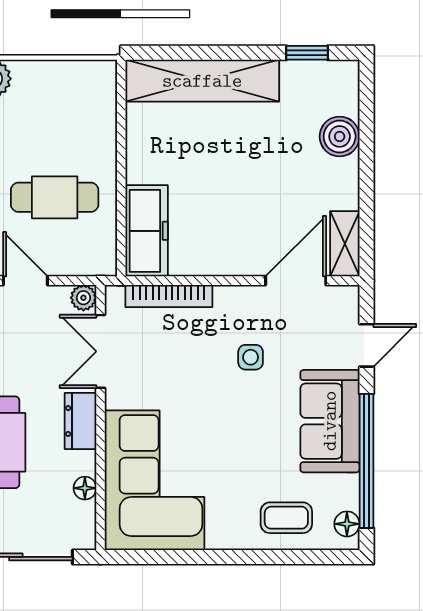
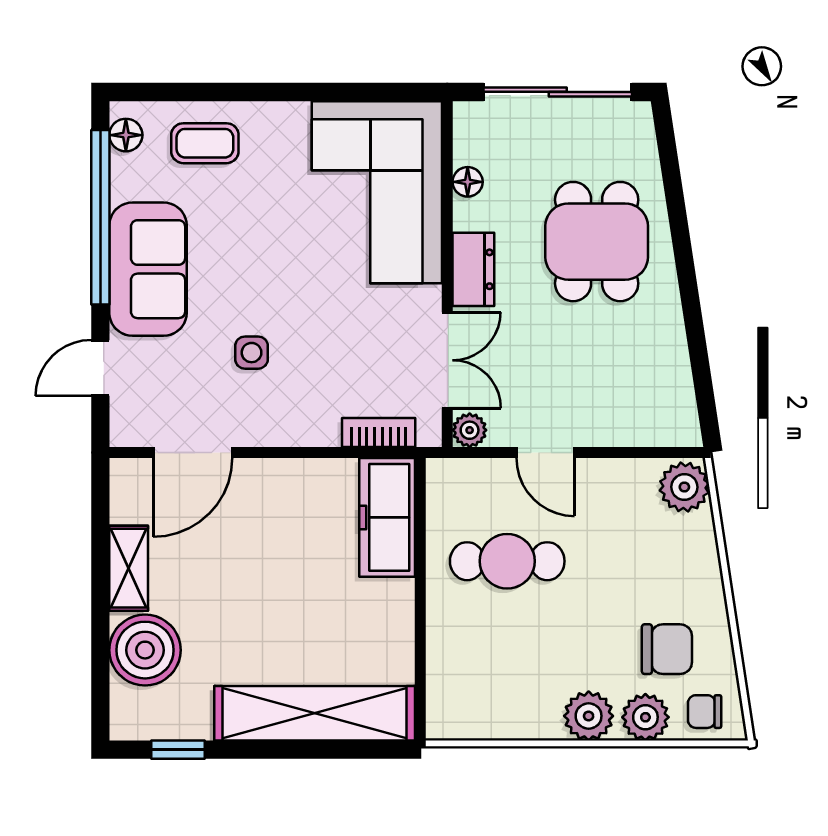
boiler: (340, 136) -> (145, 650), width x1.37, depth x1.37
shelving: (345, 244) -> (129, 568), moved
bookcase: (169, 296) -> (379, 432), width x0.64

